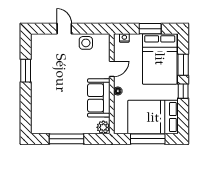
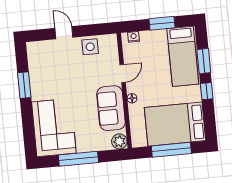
bed: (160, 59) -> (183, 56), width x0.67
corner sofa: (48, 110) -> (54, 128), added

